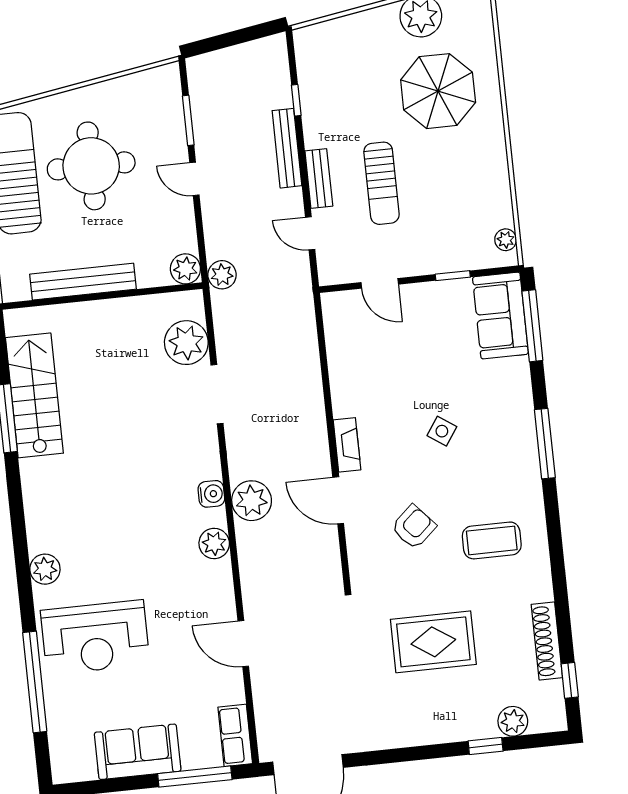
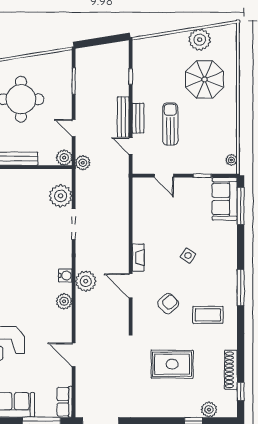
bench: (287, 148) -> (123, 117), moved
door: (194, 179) -> (74, 128), moved
sun lounger: (381, 183) -> (170, 124), turned 180
window: (545, 444) -> (241, 287), moved

